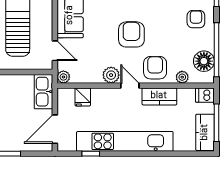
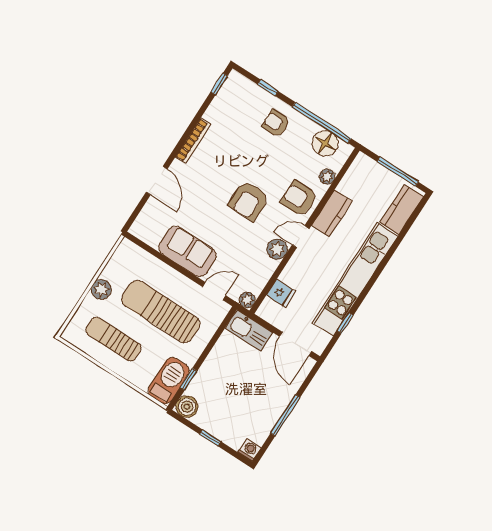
armchair: (131, 34) -> (249, 201), turned -90
dishwasher: (205, 95) -> (361, 165), removed
kitchen counter: (205, 132) -> (402, 210), moved, turned 90

